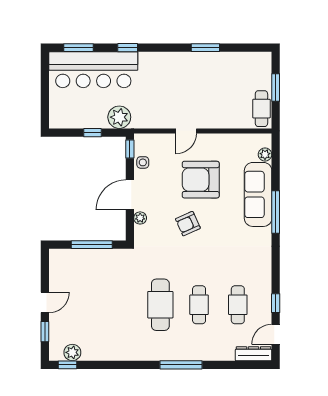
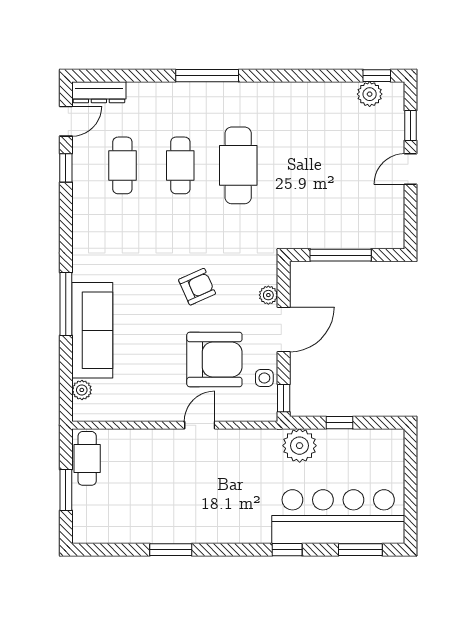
armchair: (201, 180) -> (214, 360), moved

